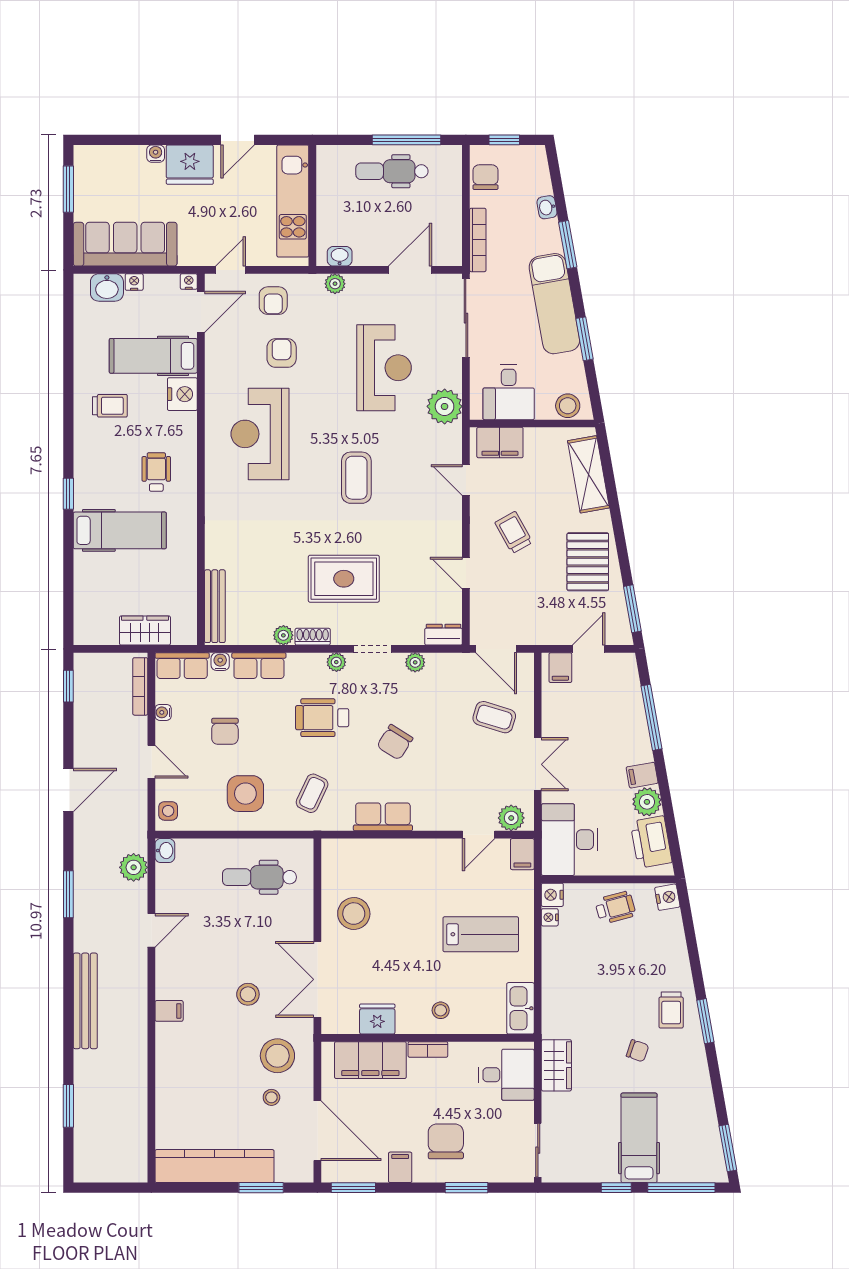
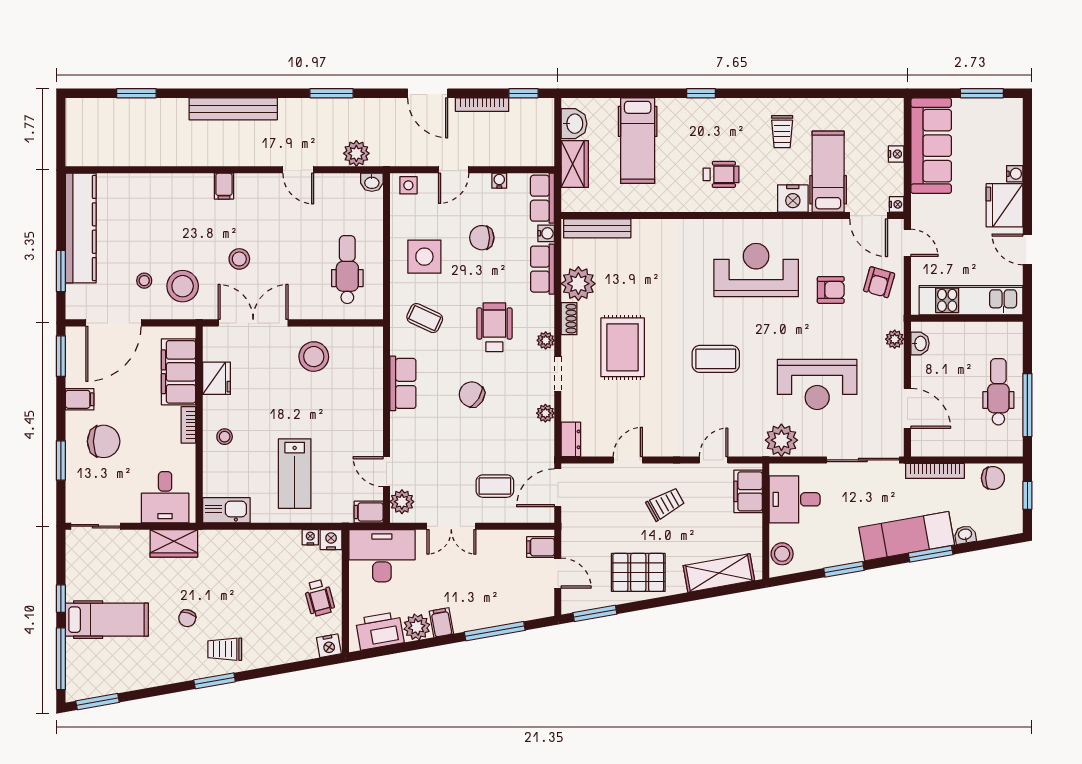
washbasin: (107, 287) -> (574, 124), moved, turned 180
armchair: (273, 301) -> (879, 282), turned -74
exam couch: (554, 304) -> (907, 536), moved
hospital bed: (120, 530) -> (638, 141), moved
plant: (283, 635) -> (578, 284), width x1.87, depth x1.87
bookcase: (140, 686) -> (482, 105), moved, turned 180
coffee table: (494, 717) -> (495, 486), turned 73

